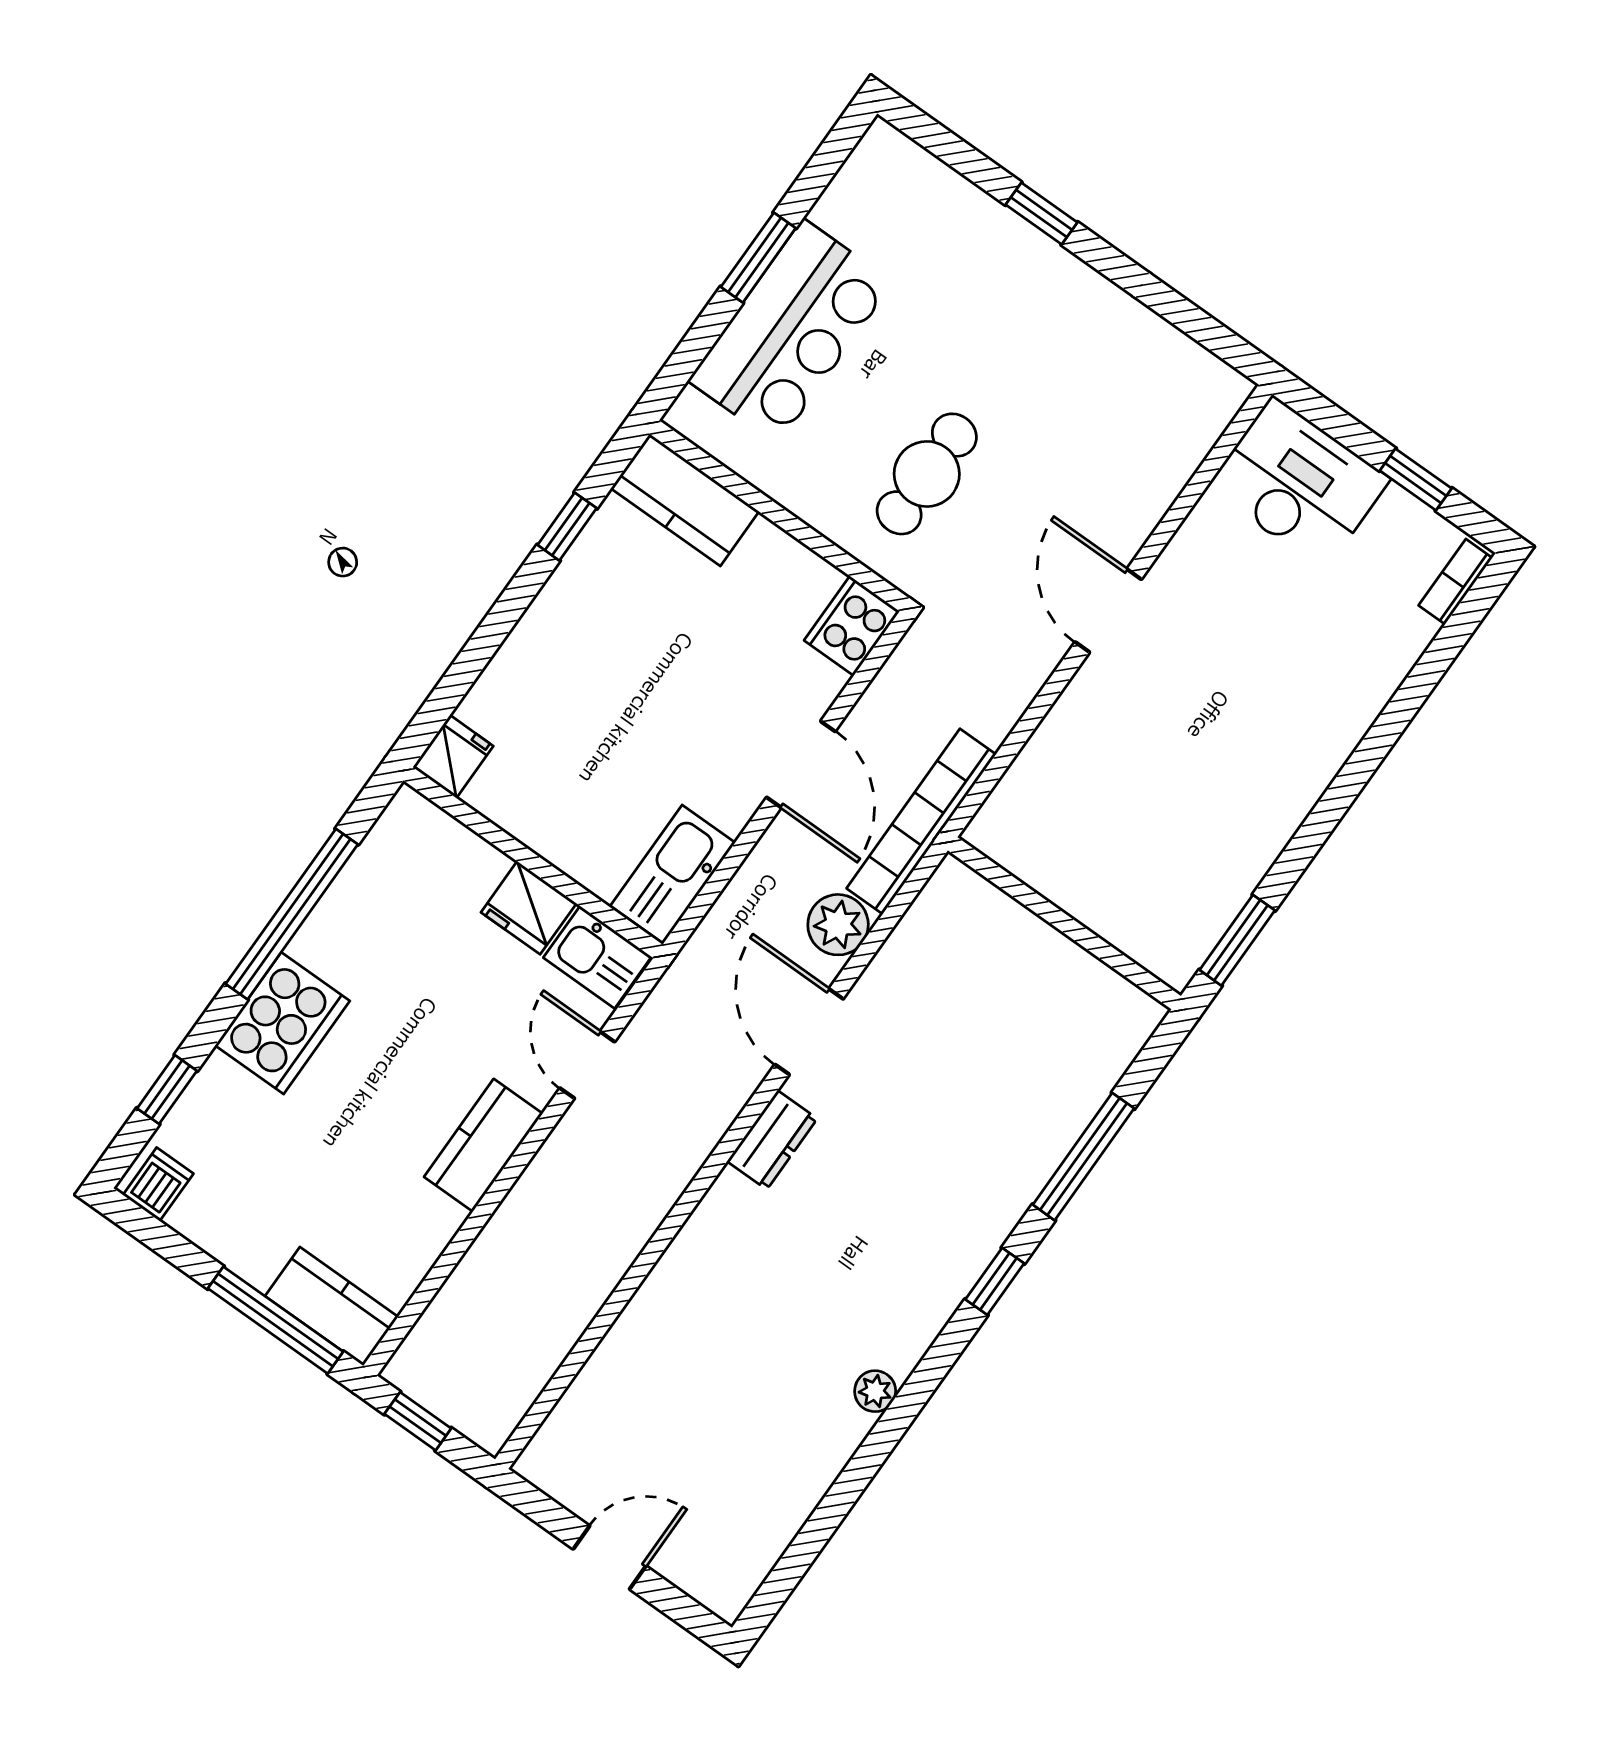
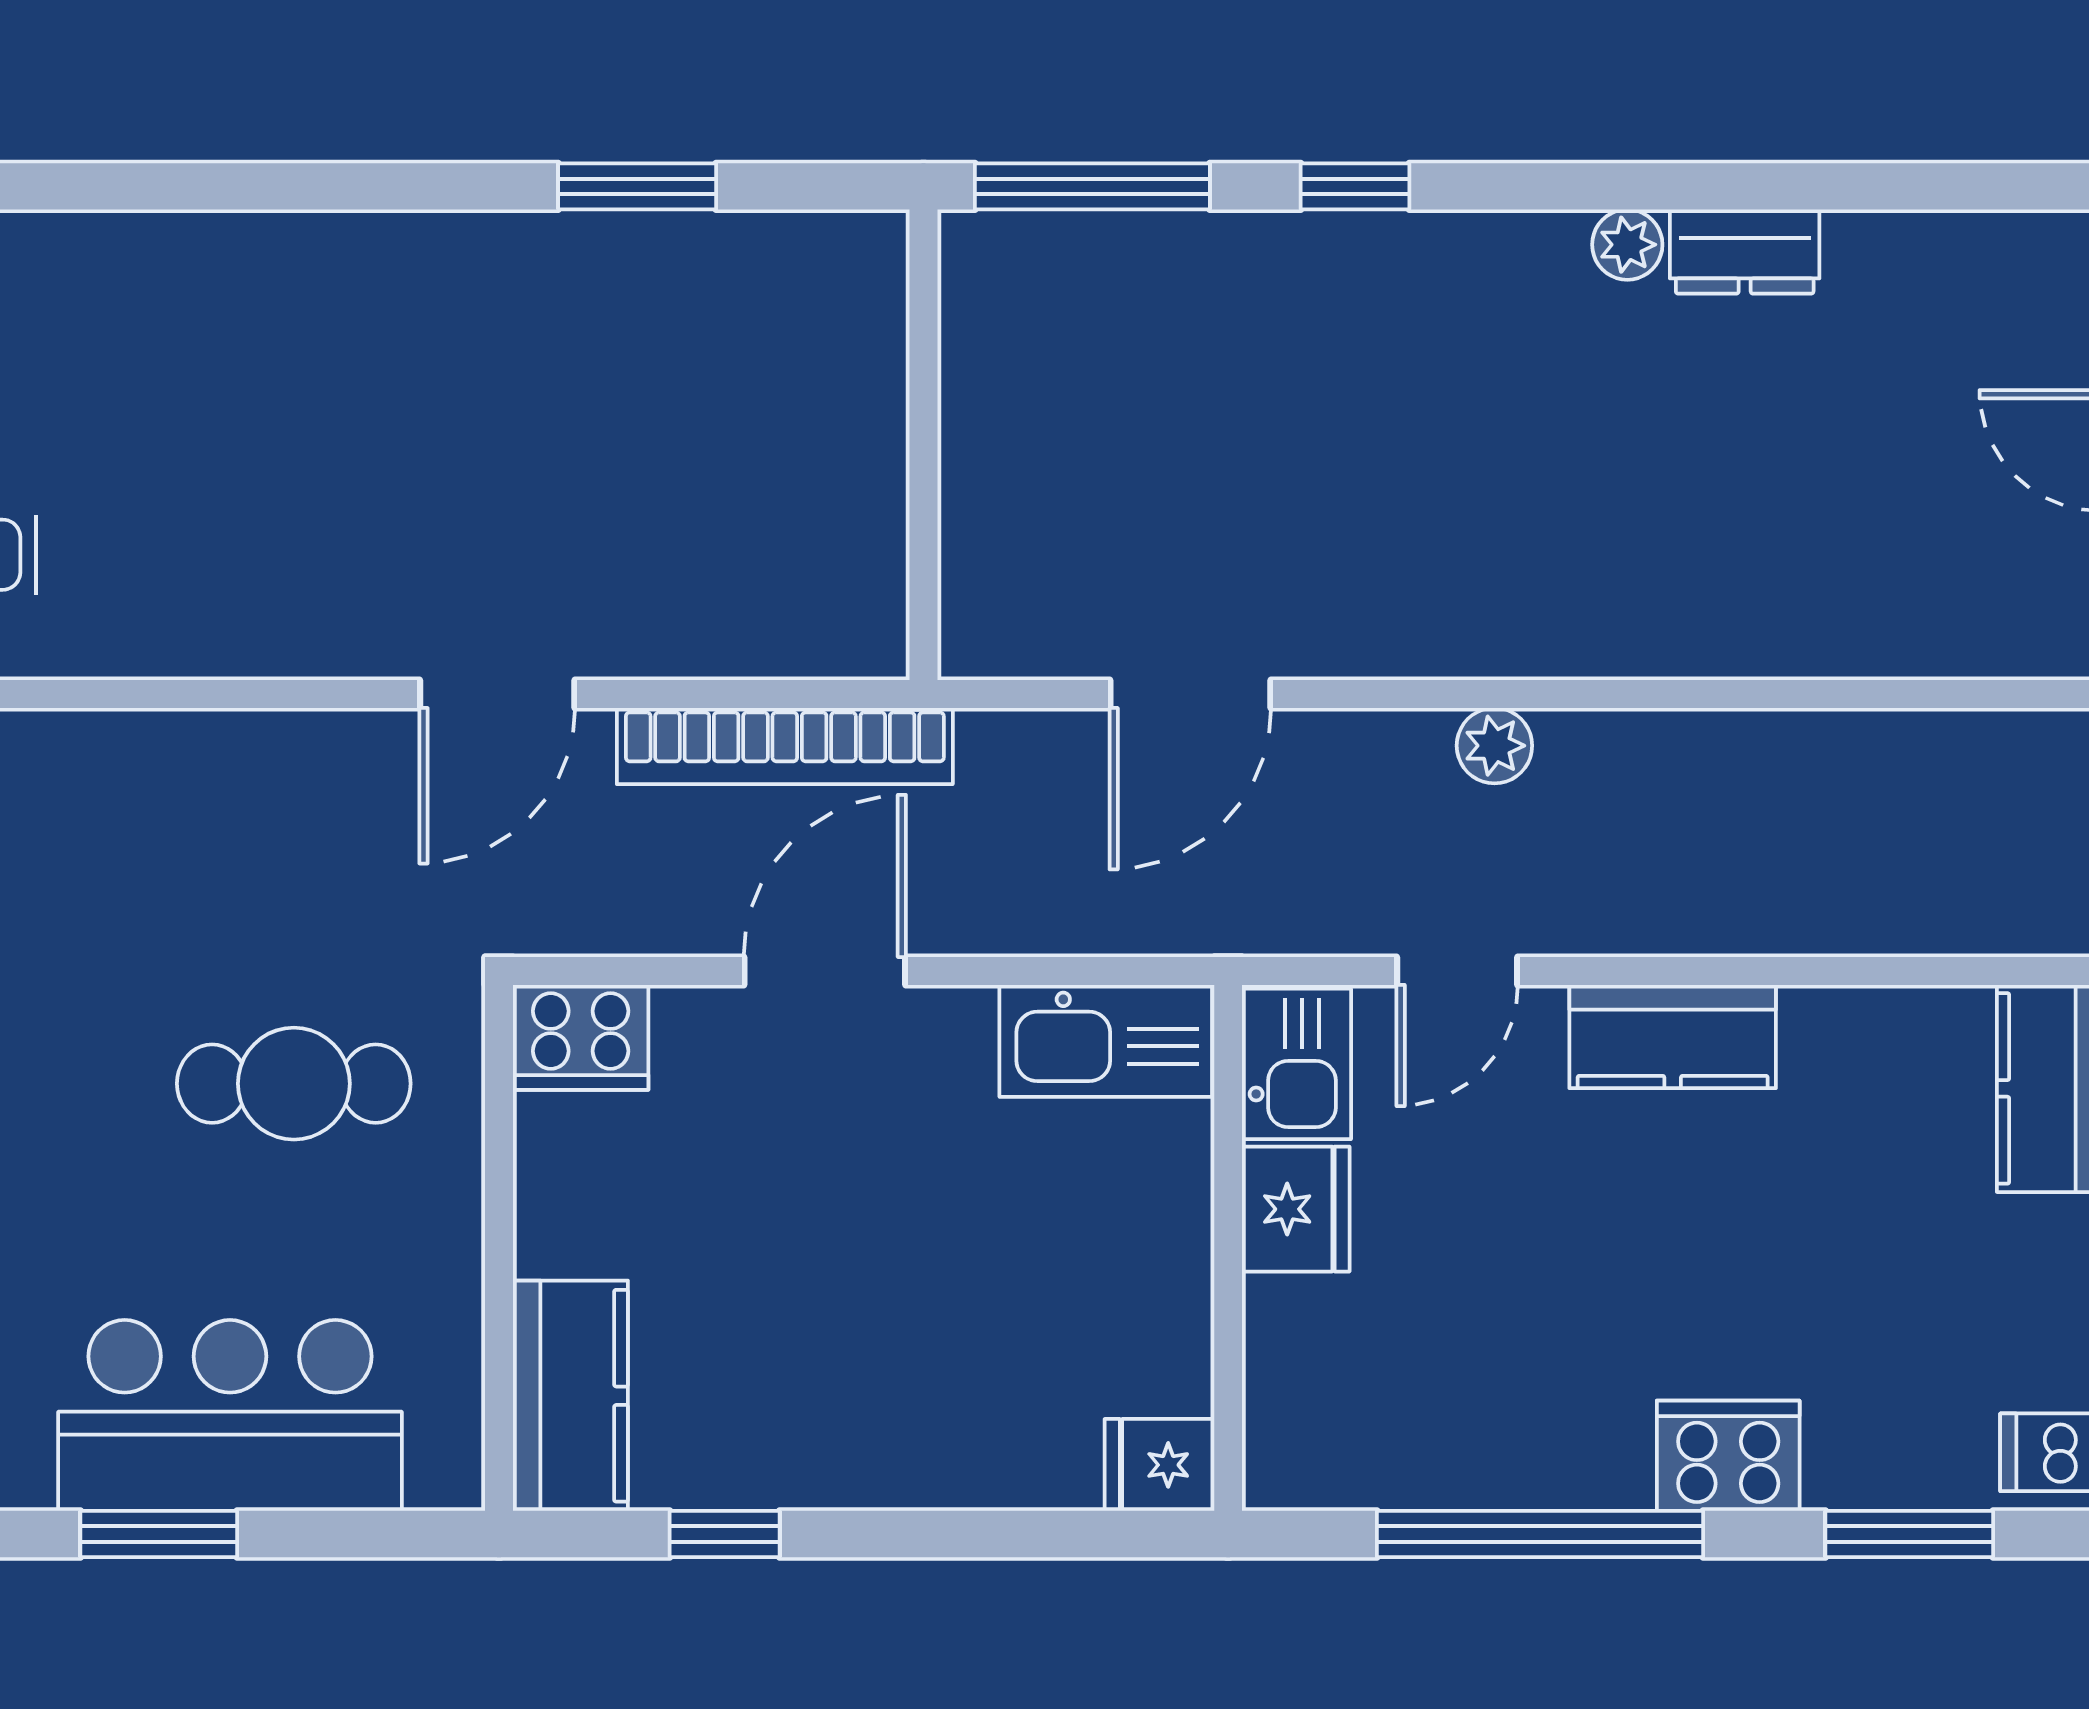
door: (1108, 611) -> (497, 694), moved
wall: (1064, 923) -> (924, 445), moved
plant: (838, 925) -> (1494, 746), moved, width x0.73, depth x0.73
cooker: (282, 1023) -> (1728, 1456), width x0.73, depth x0.76
window: (167, 1090) -> (1909, 1534), width x1.50
dresser: (772, 1140) -> (1745, 252), moved, turned 180

